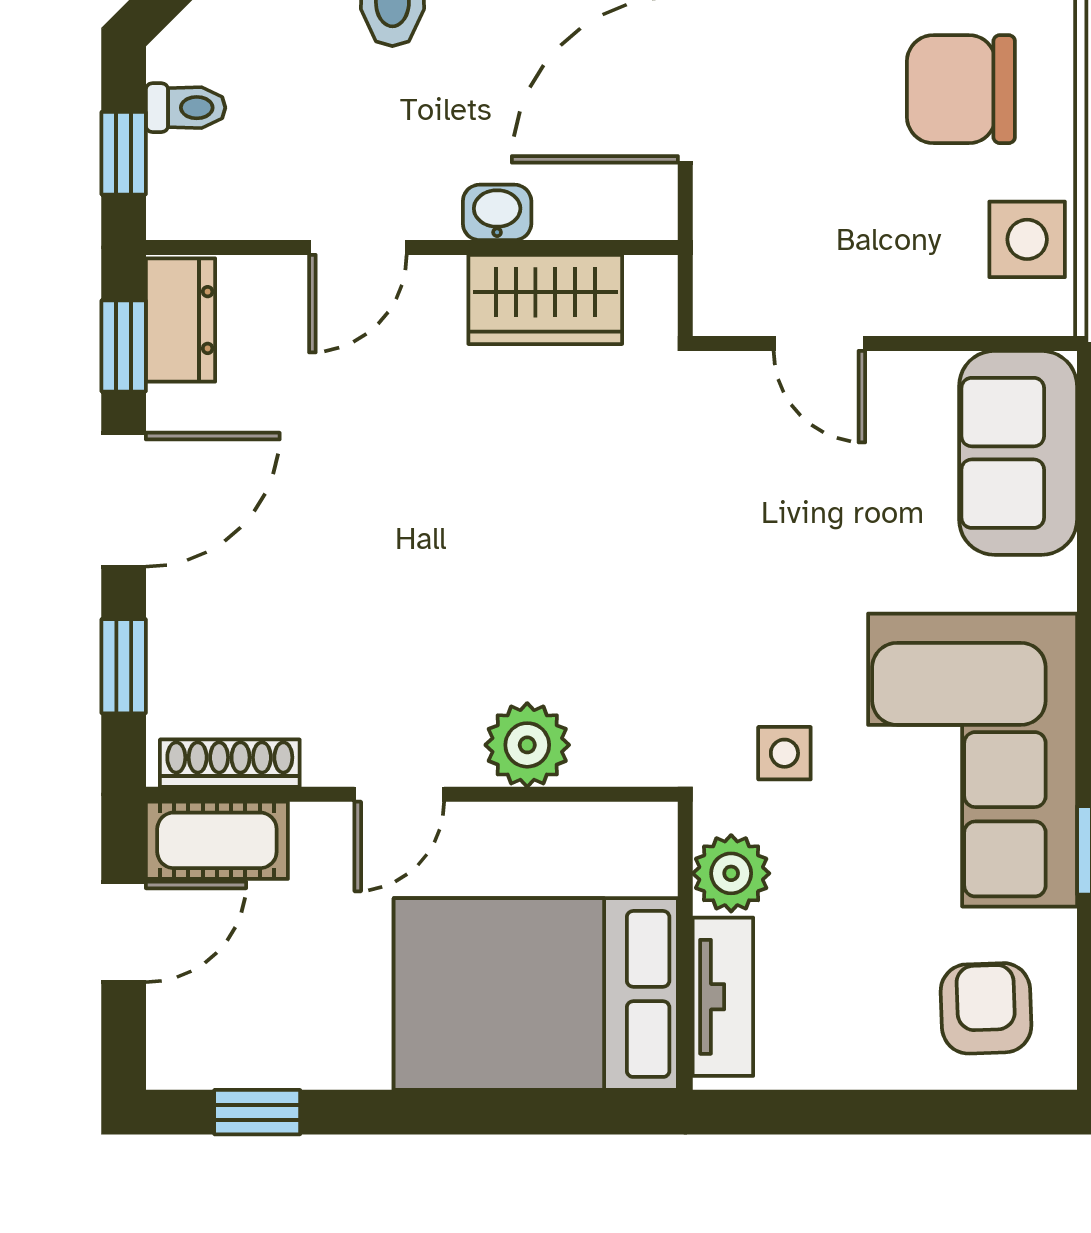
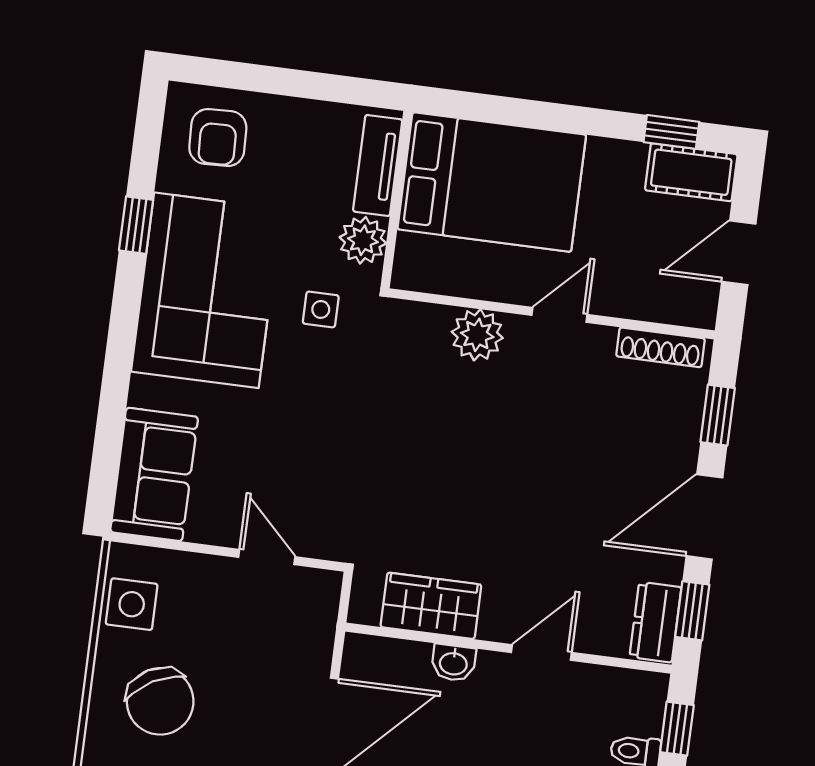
chair: (961, 89) -> (160, 701), turned 61
cot: (217, 840) -> (691, 172), moved

